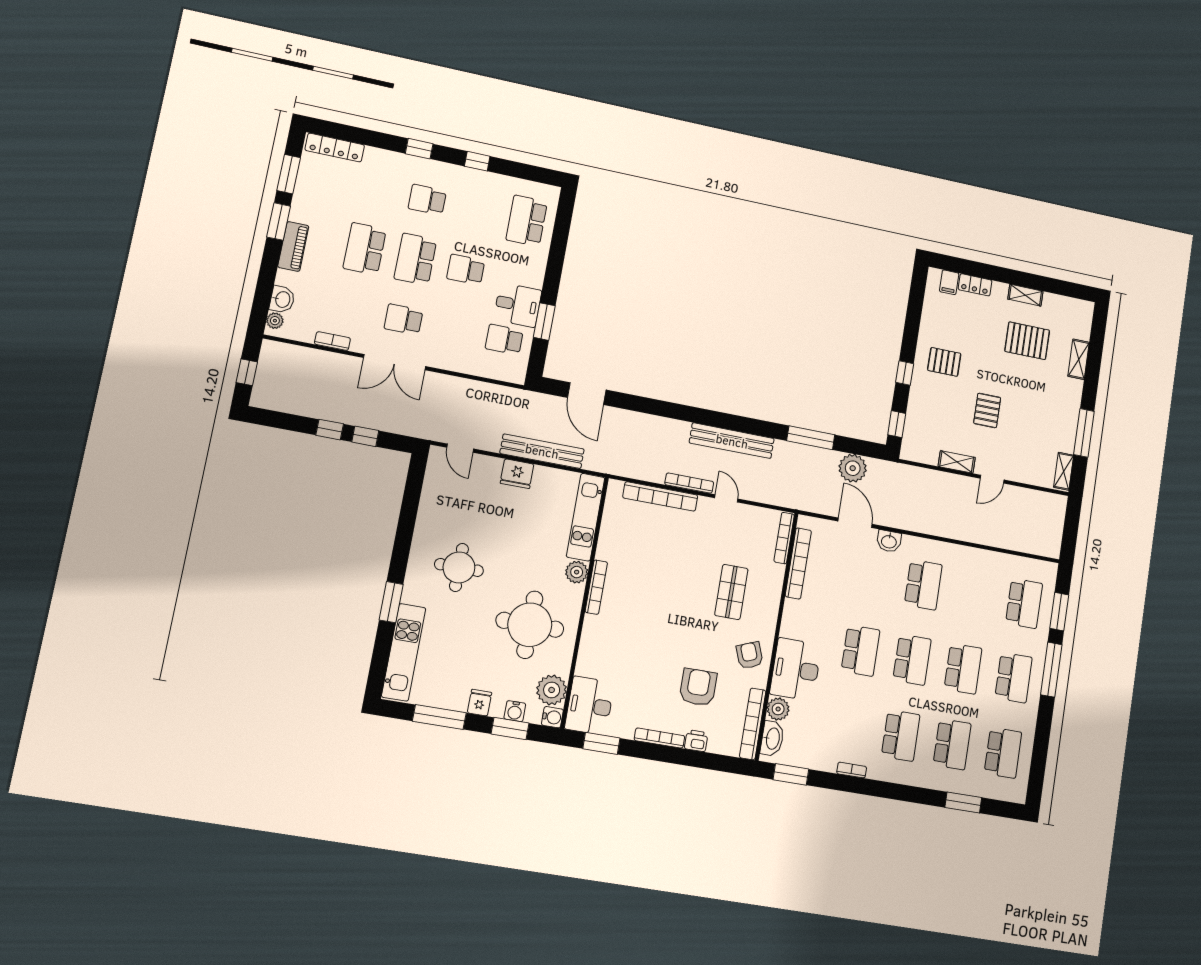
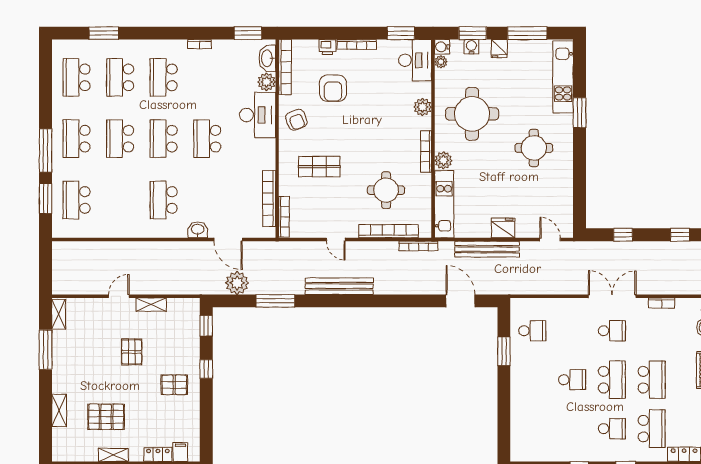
school desk: (527, 221) -> (652, 429), moved
desk: (518, 305) -> (527, 360), removed
window: (330, 430) -> (680, 235), moved
bookcase: (689, 483) -> (418, 246), moved
round table: (654, 548) -> (386, 190), added
shop shelf: (731, 592) -> (319, 167), turned 90
plant: (591, 644) -> (423, 107), added
plant: (552, 690) -> (441, 62), width x0.53, depth x0.53

